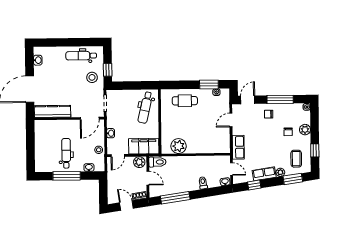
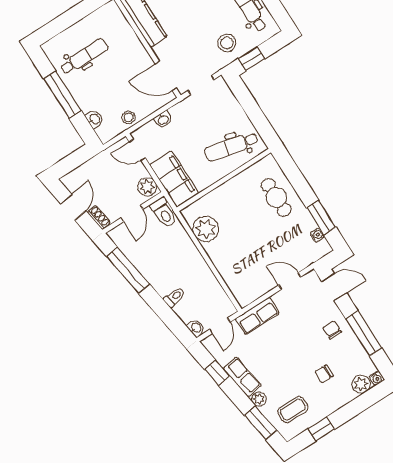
plant: (305, 130) -> (361, 384), moved
dental chair: (66, 153) -> (84, 57), moved

